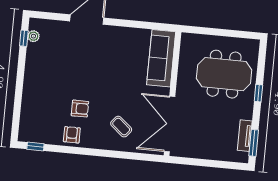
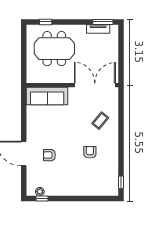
meeting table: (224, 74) -> (54, 49), turned 90
window: (258, 93) -> (46, 22), moved
double door: (170, 124) -> (95, 85), swing flipped
armchair: (72, 135) -> (49, 155), moved

